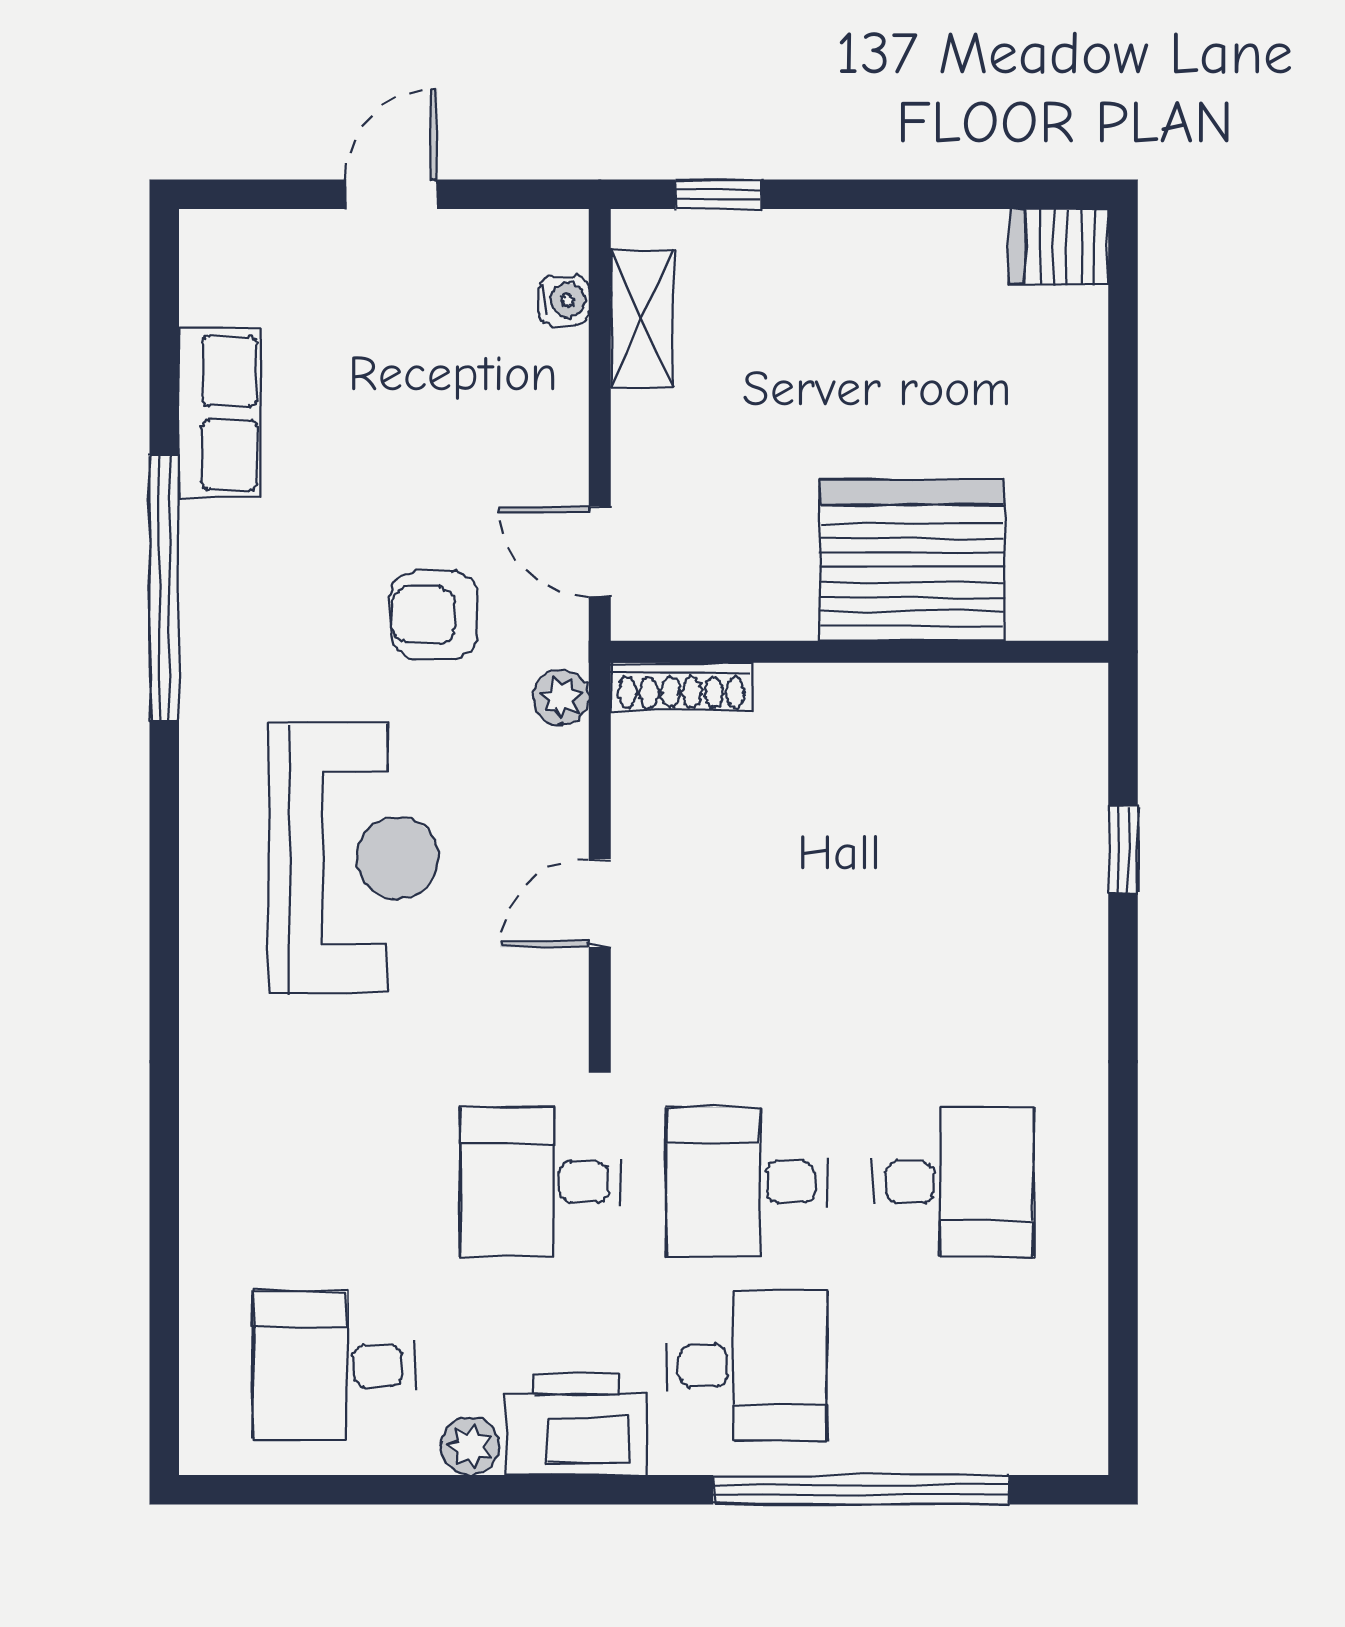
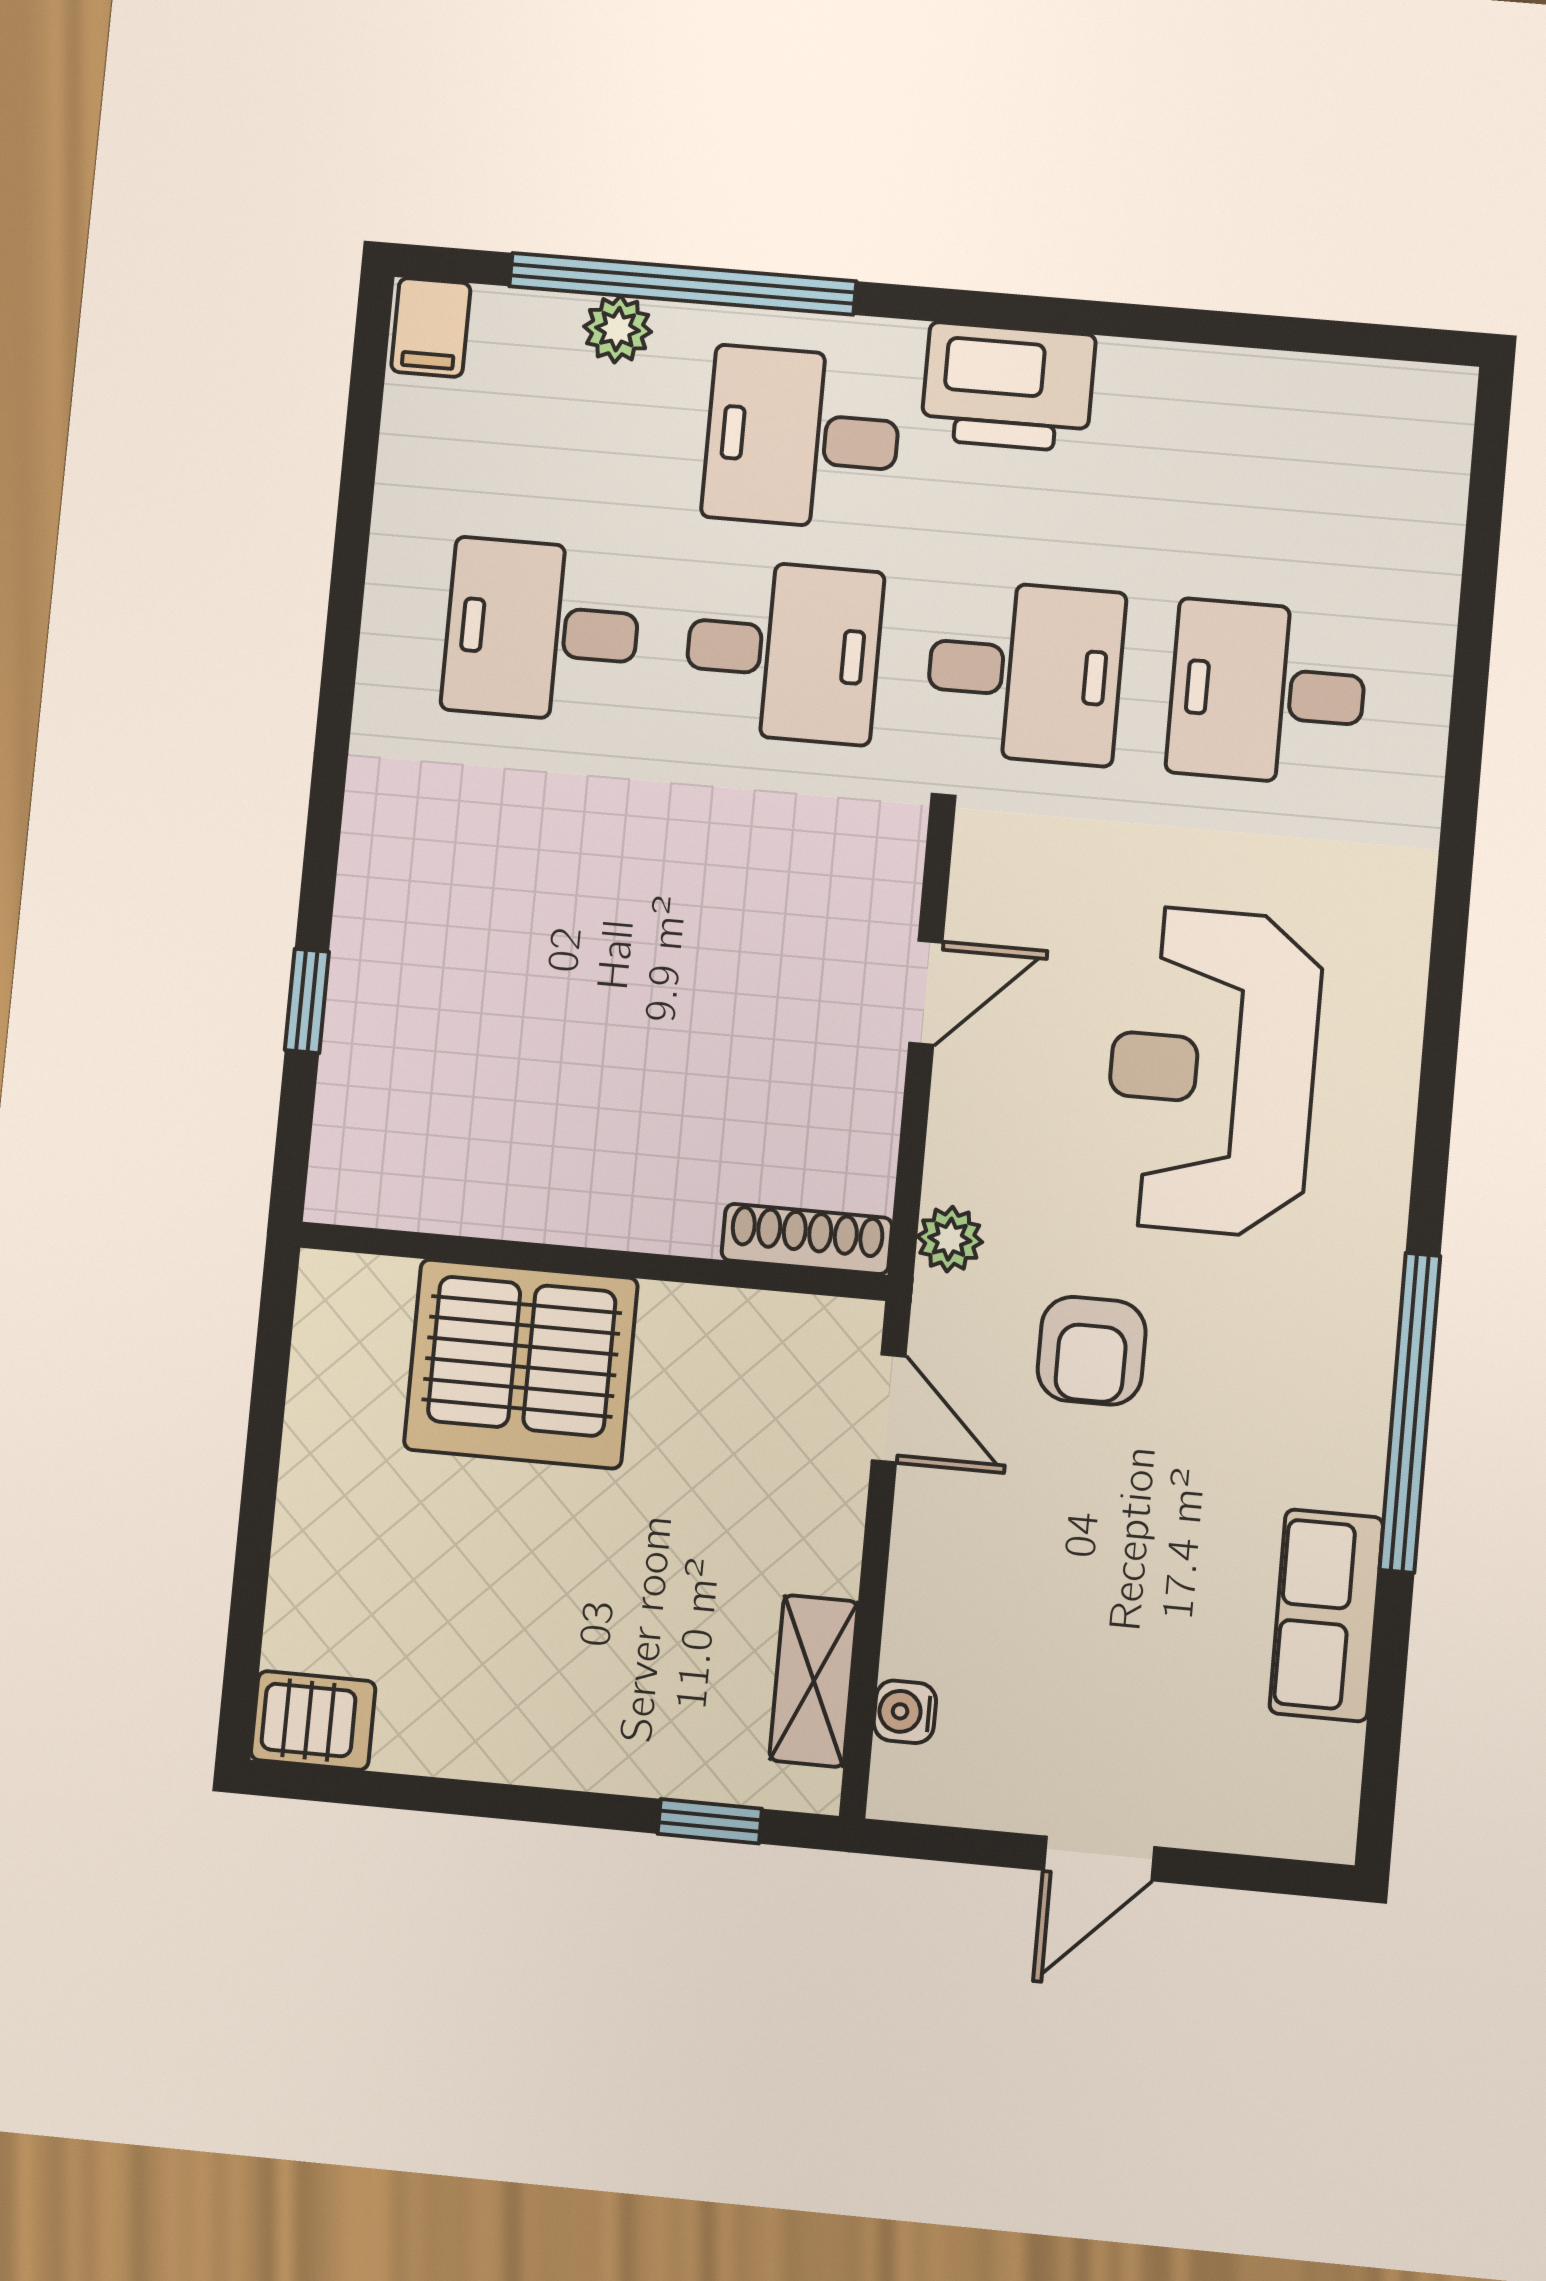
armchair: (434, 615) -> (1092, 1351), turned 90
desk: (334, 1366) -> (1267, 693), moved, turned 180
filing cabinet: (1073, 1434) -> (431, 327), added
plant: (470, 1446) -> (618, 329), moved

